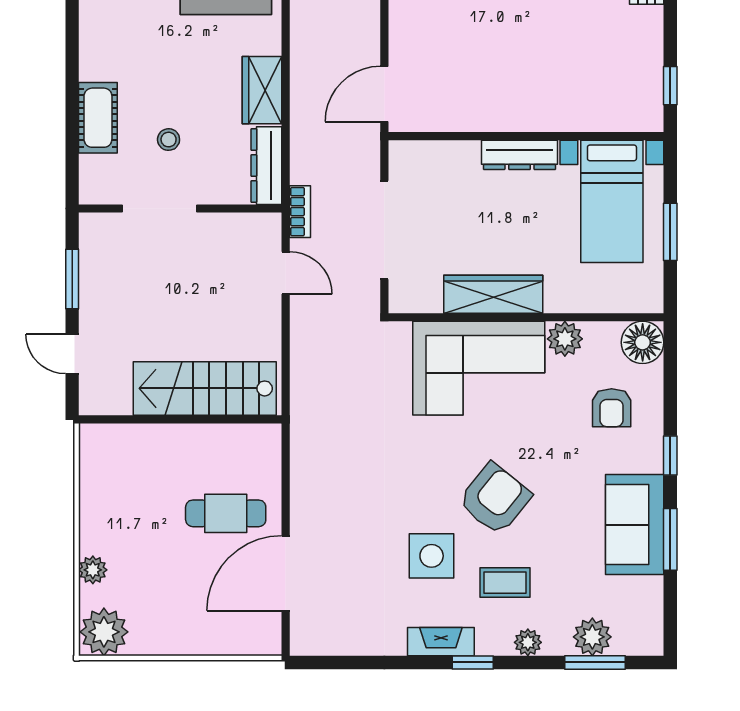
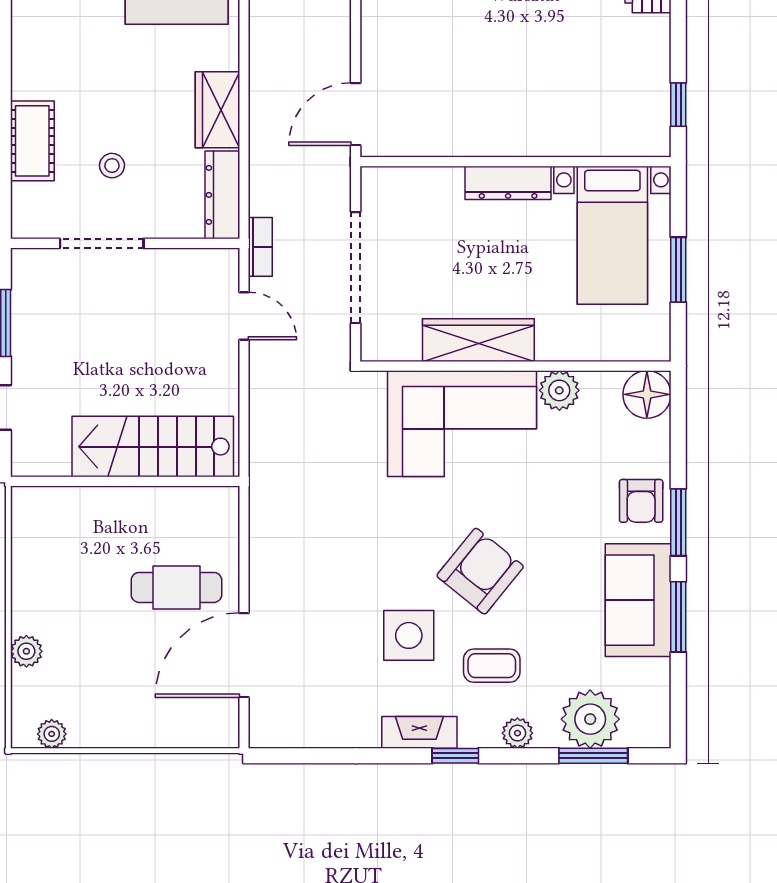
armchair: (612, 408) -> (641, 501), moved
window: (670, 456) -> (678, 522), width x1.50
plant: (104, 632) -> (52, 734), width x0.53, depth x0.53
plant: (592, 637) -> (590, 719), width x1.36, depth x1.36

